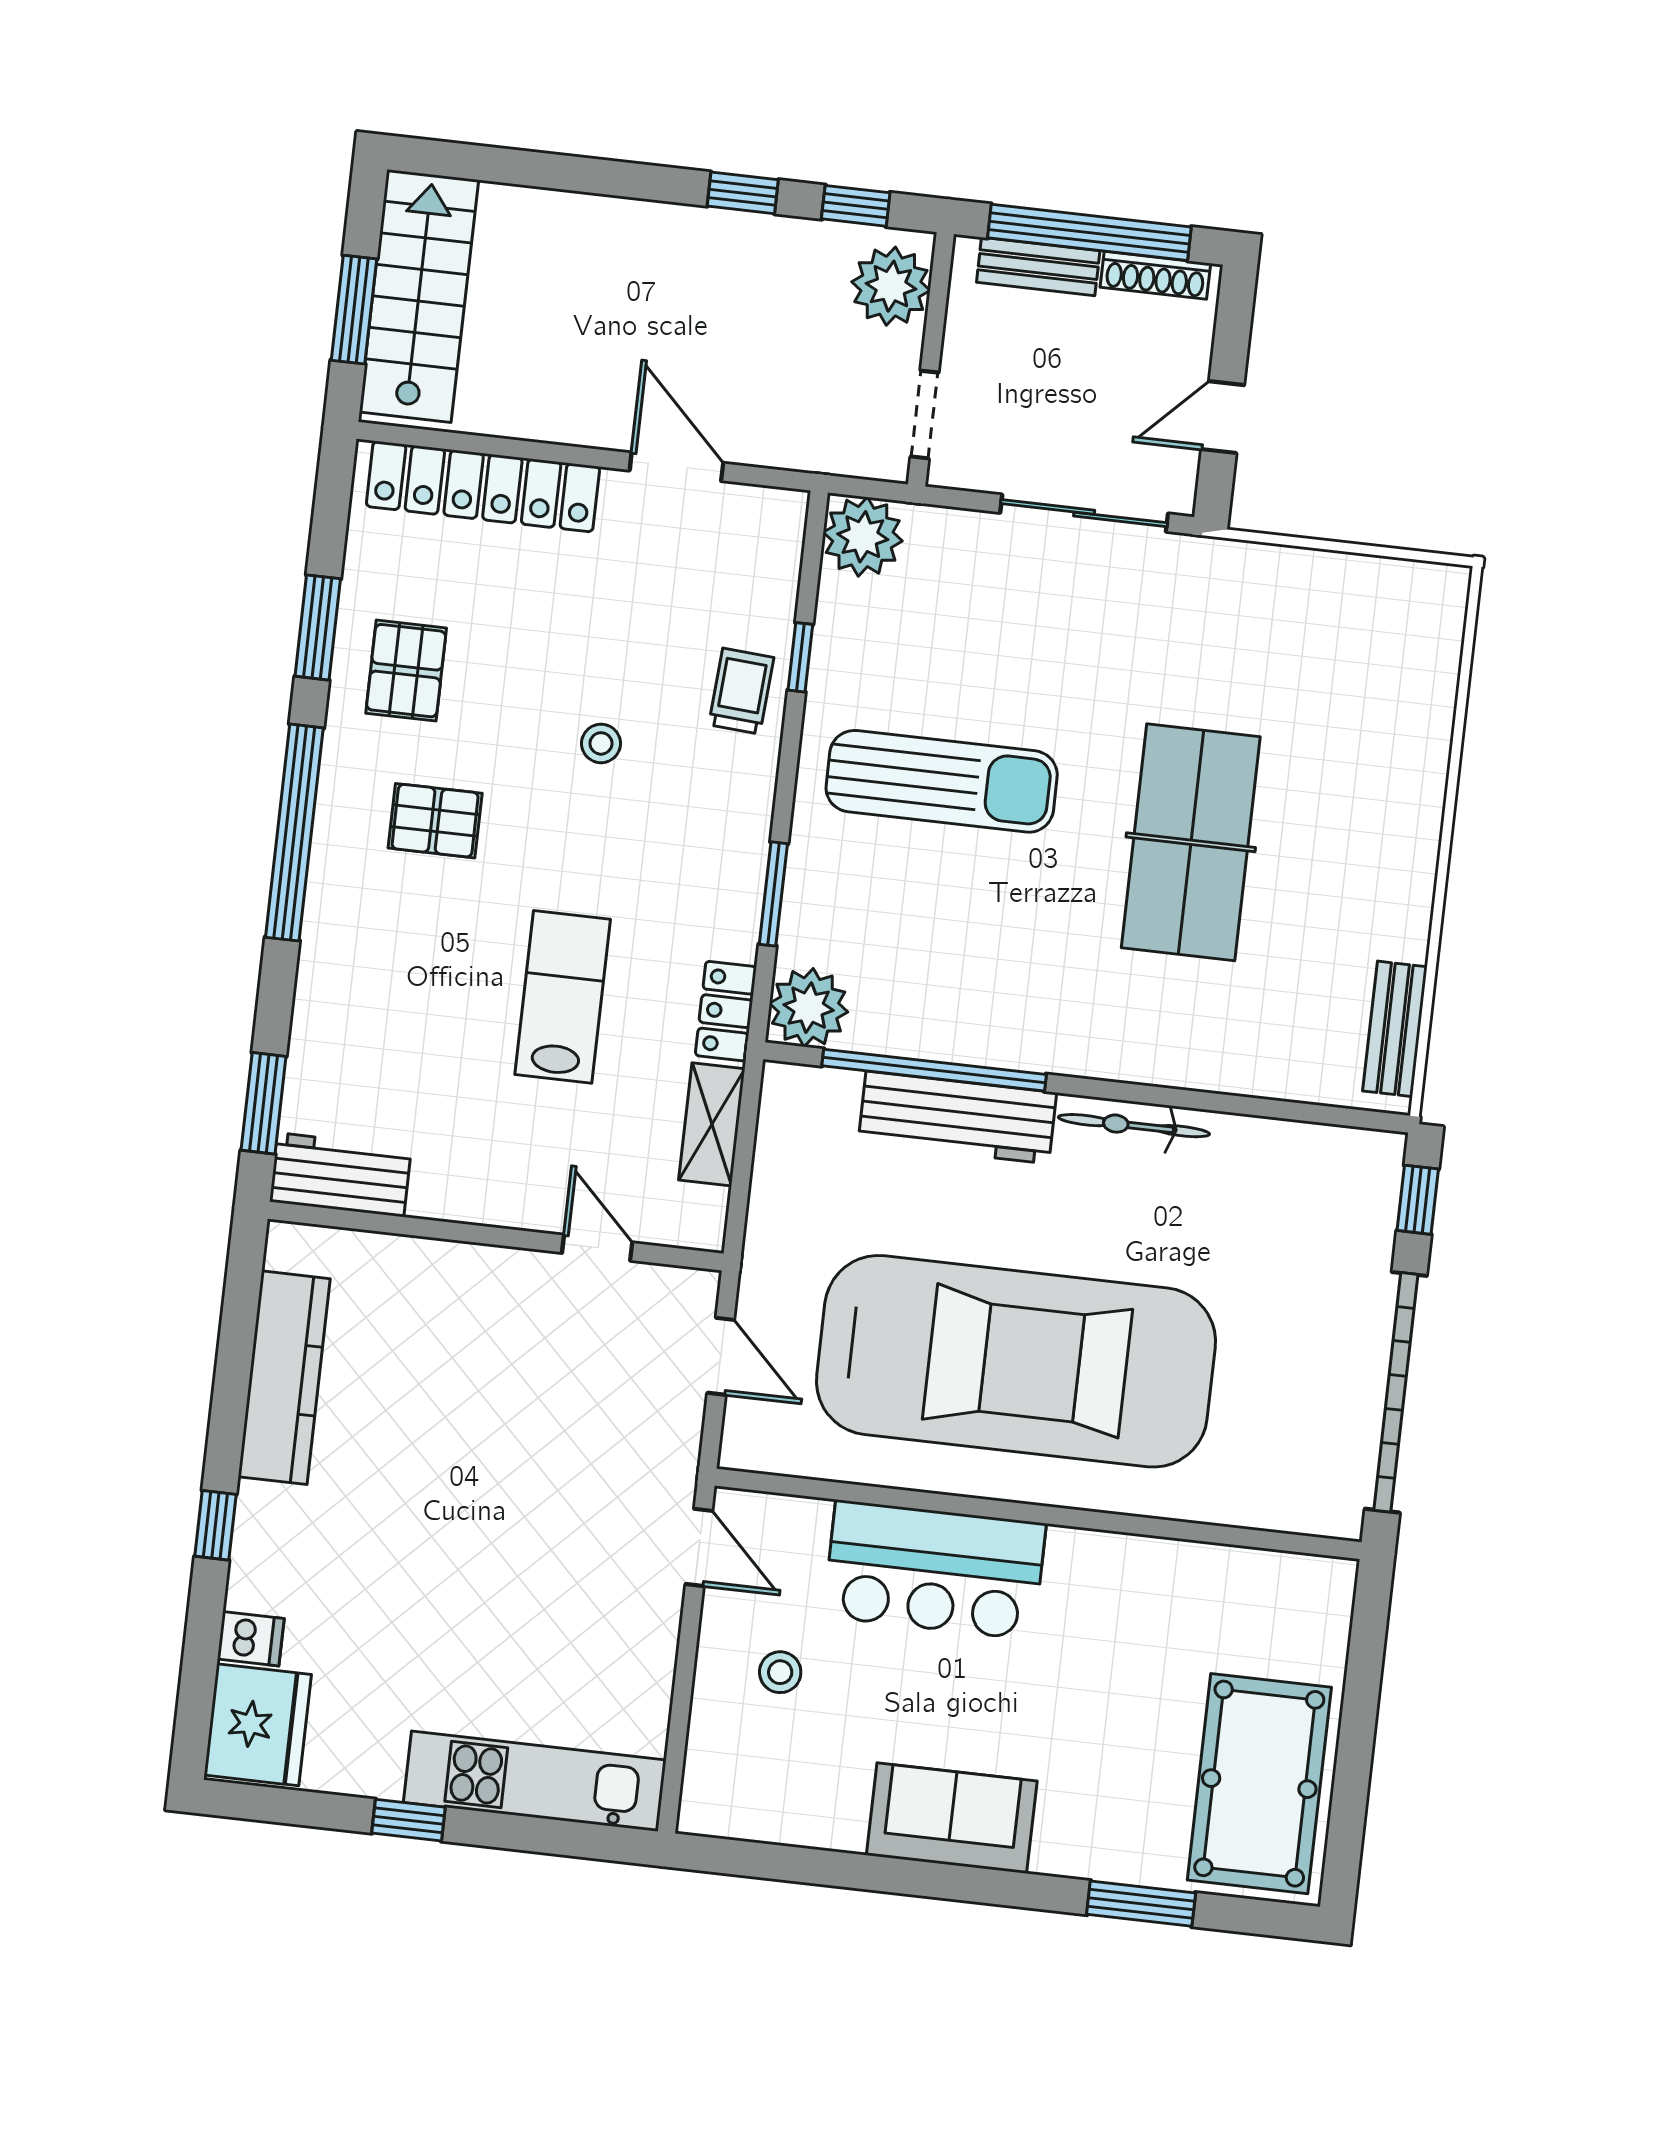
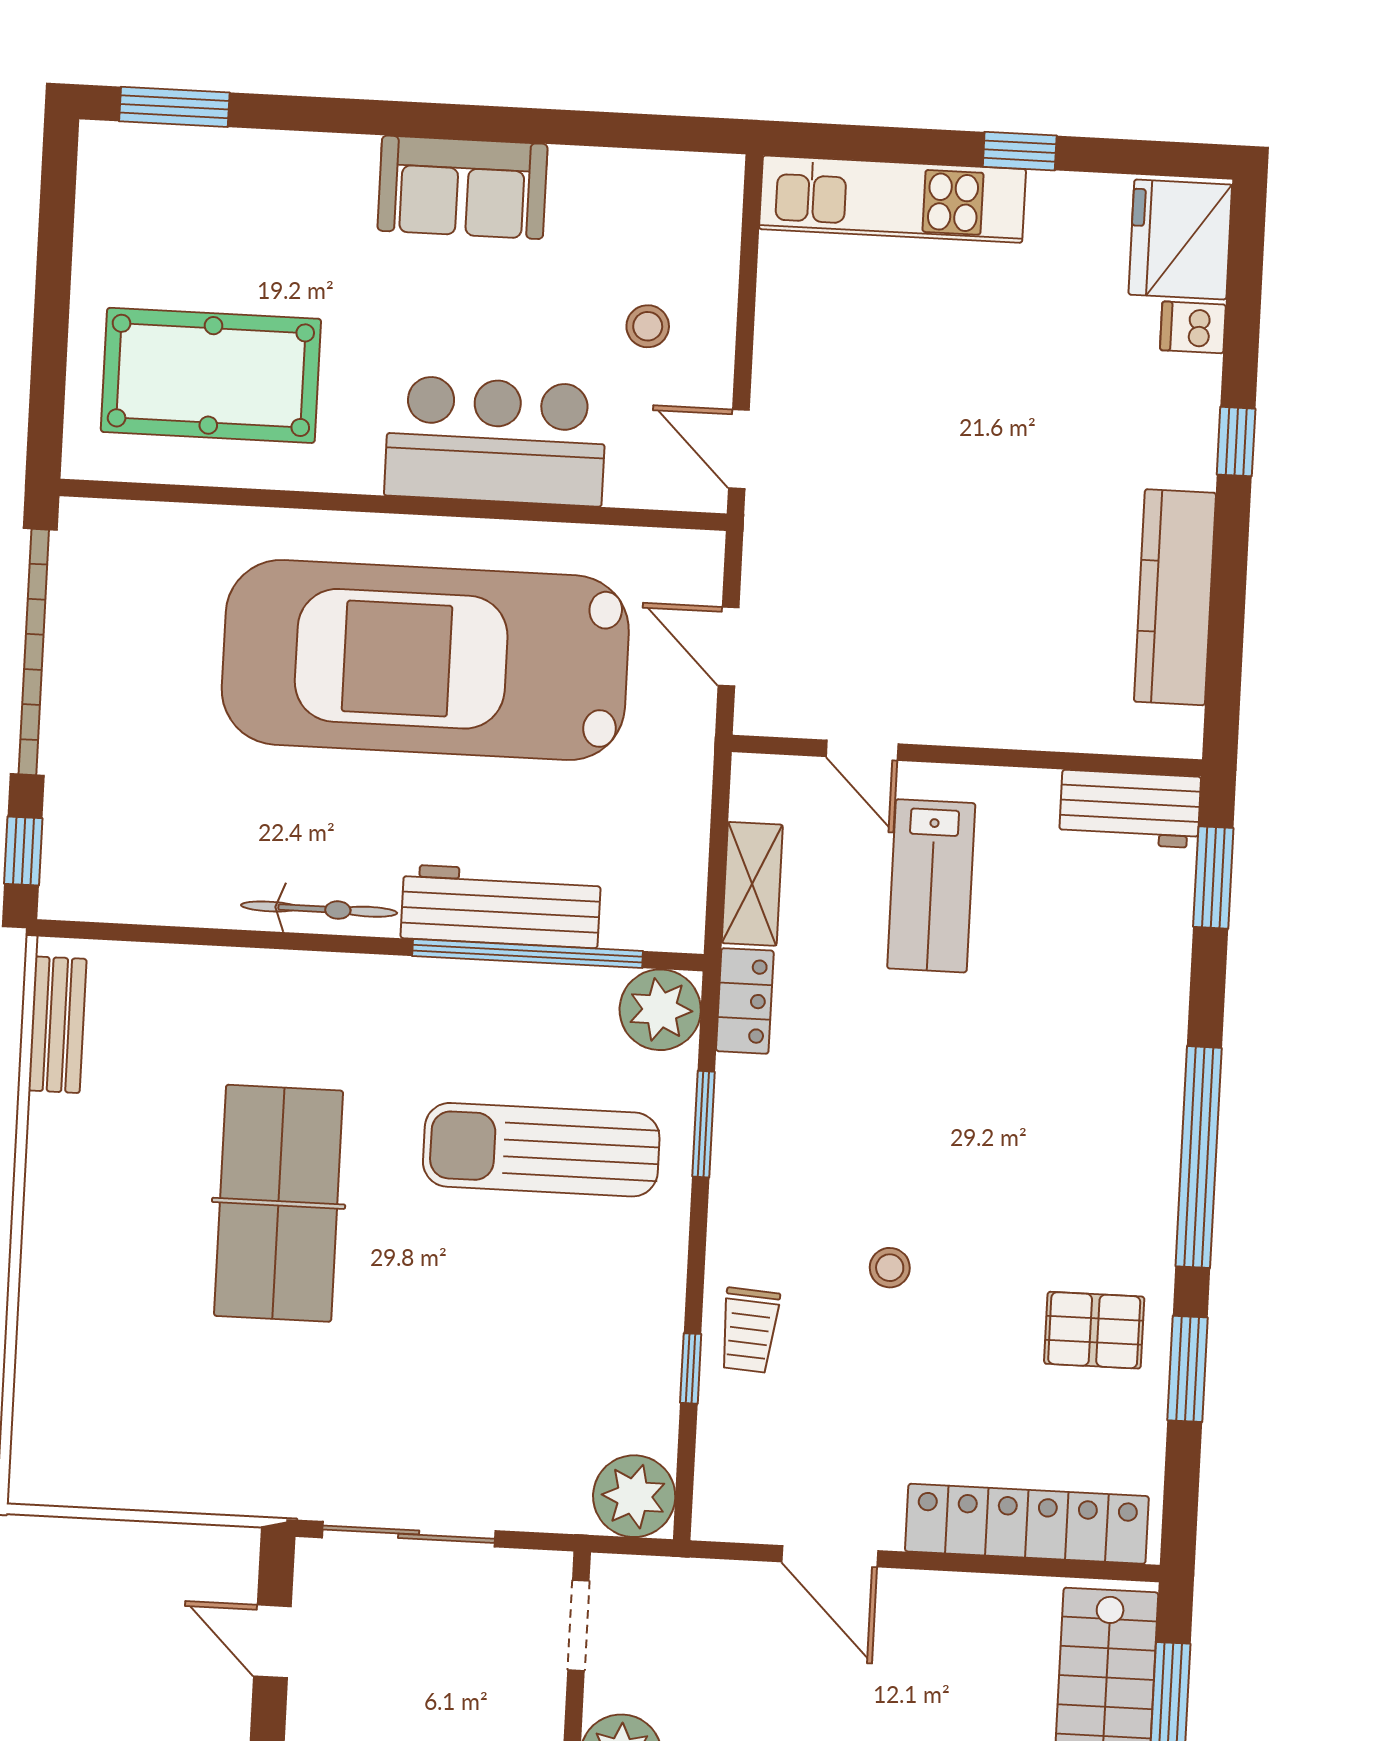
door: (1223, 417) -> (272, 1641), swing flipped
pallet: (406, 671) -> (1094, 1330), turned 90
sun lounger: (942, 781) -> (541, 1150), moved
pallet: (435, 821) -> (1055, 1178), removed
lab bench: (563, 997) -> (931, 886), moved
pool table: (1259, 1784) -> (211, 375), moved, turned 90
window: (1141, 1904) -> (174, 107), moved

